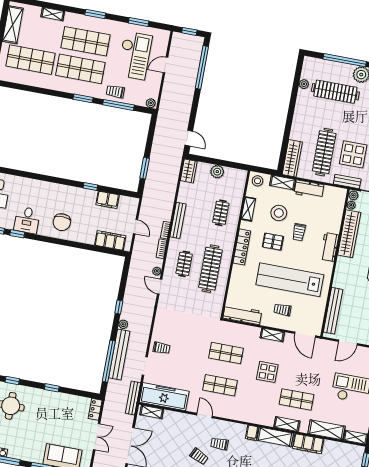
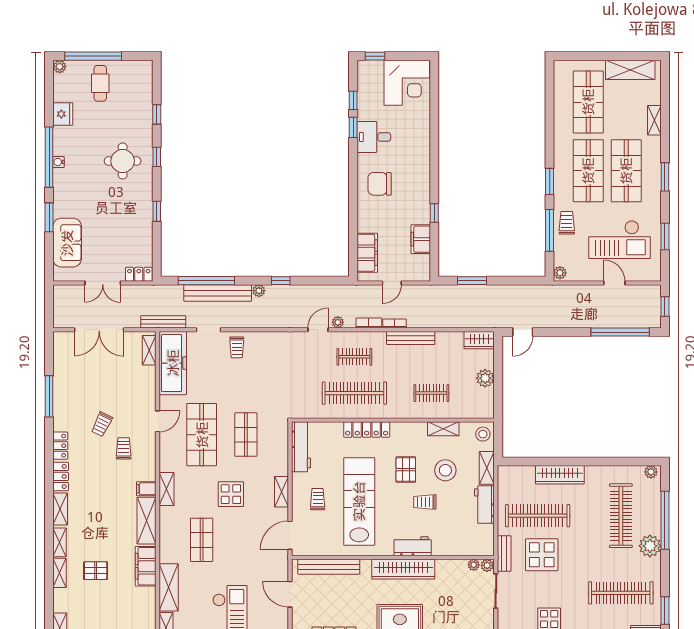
plant: (304, 84) -> (651, 472), moved
wardrobe: (292, 158) -> (560, 475), moved
wardrobe: (349, 234) -> (403, 569), moved
locker: (242, 247) -> (367, 430), moved
shop shelf: (220, 385) -> (202, 435), width x1.43, depth x1.36
shelving: (287, 424) -> (166, 489), moved

